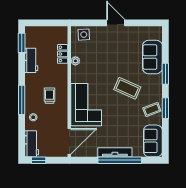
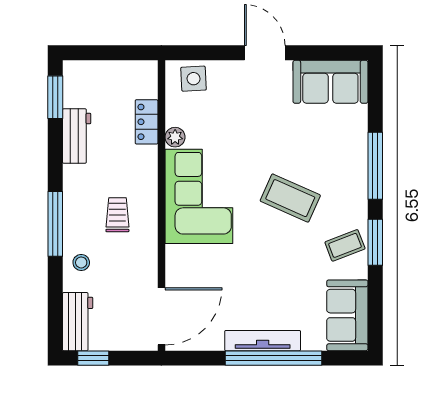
sofa: (152, 57) -> (330, 82), moved, turned -90
window: (165, 74) -> (375, 166), width x1.44
corner sofa: (86, 105) -> (199, 196), moved

